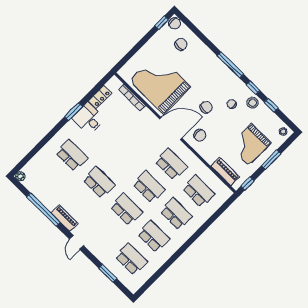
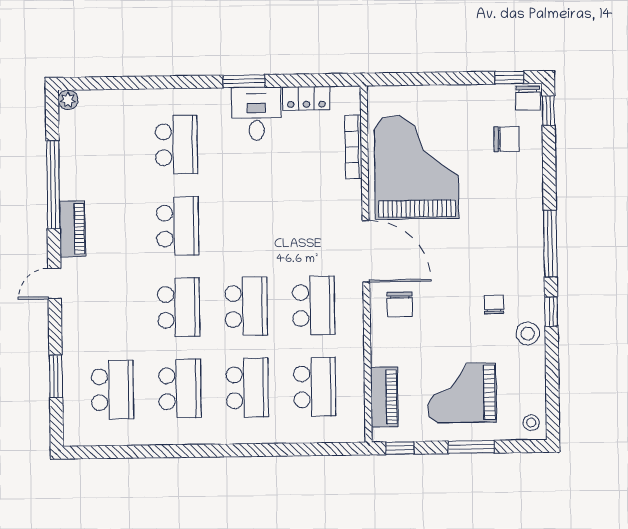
window: (271, 105) -> (548, 110), moved
chair: (206, 107) -> (451, 272), removed

